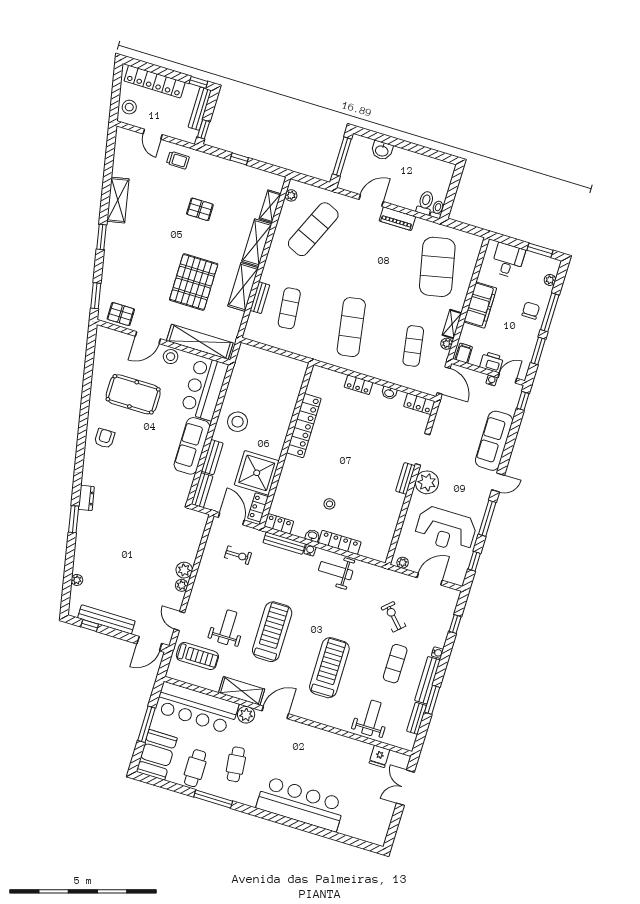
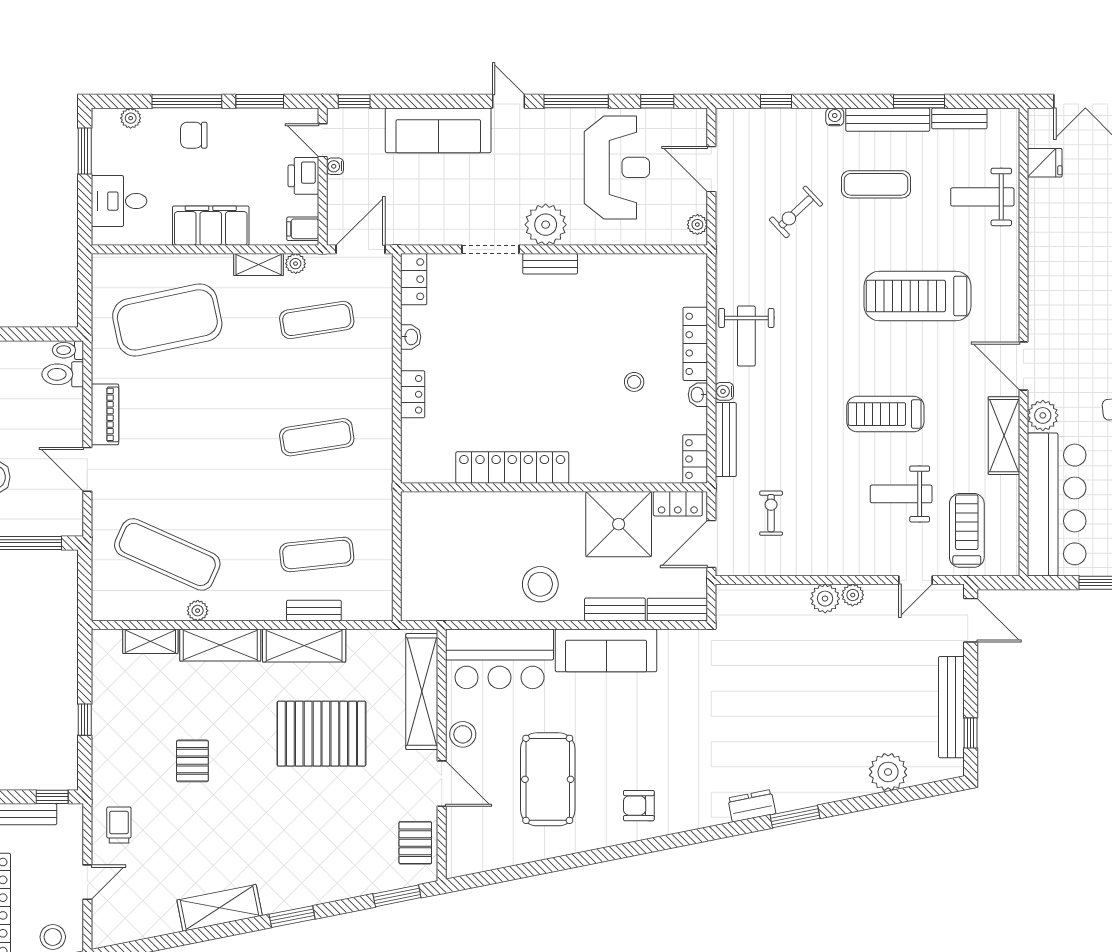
plant: (291, 195) -> (198, 611), moved
exercise mat: (351, 327) -> (317, 437), width x0.73, depth x0.69
plant: (77, 580) -> (888, 772), width x1.88, depth x1.88
treadmill: (272, 632) -> (885, 414), width x0.73, depth x0.73

